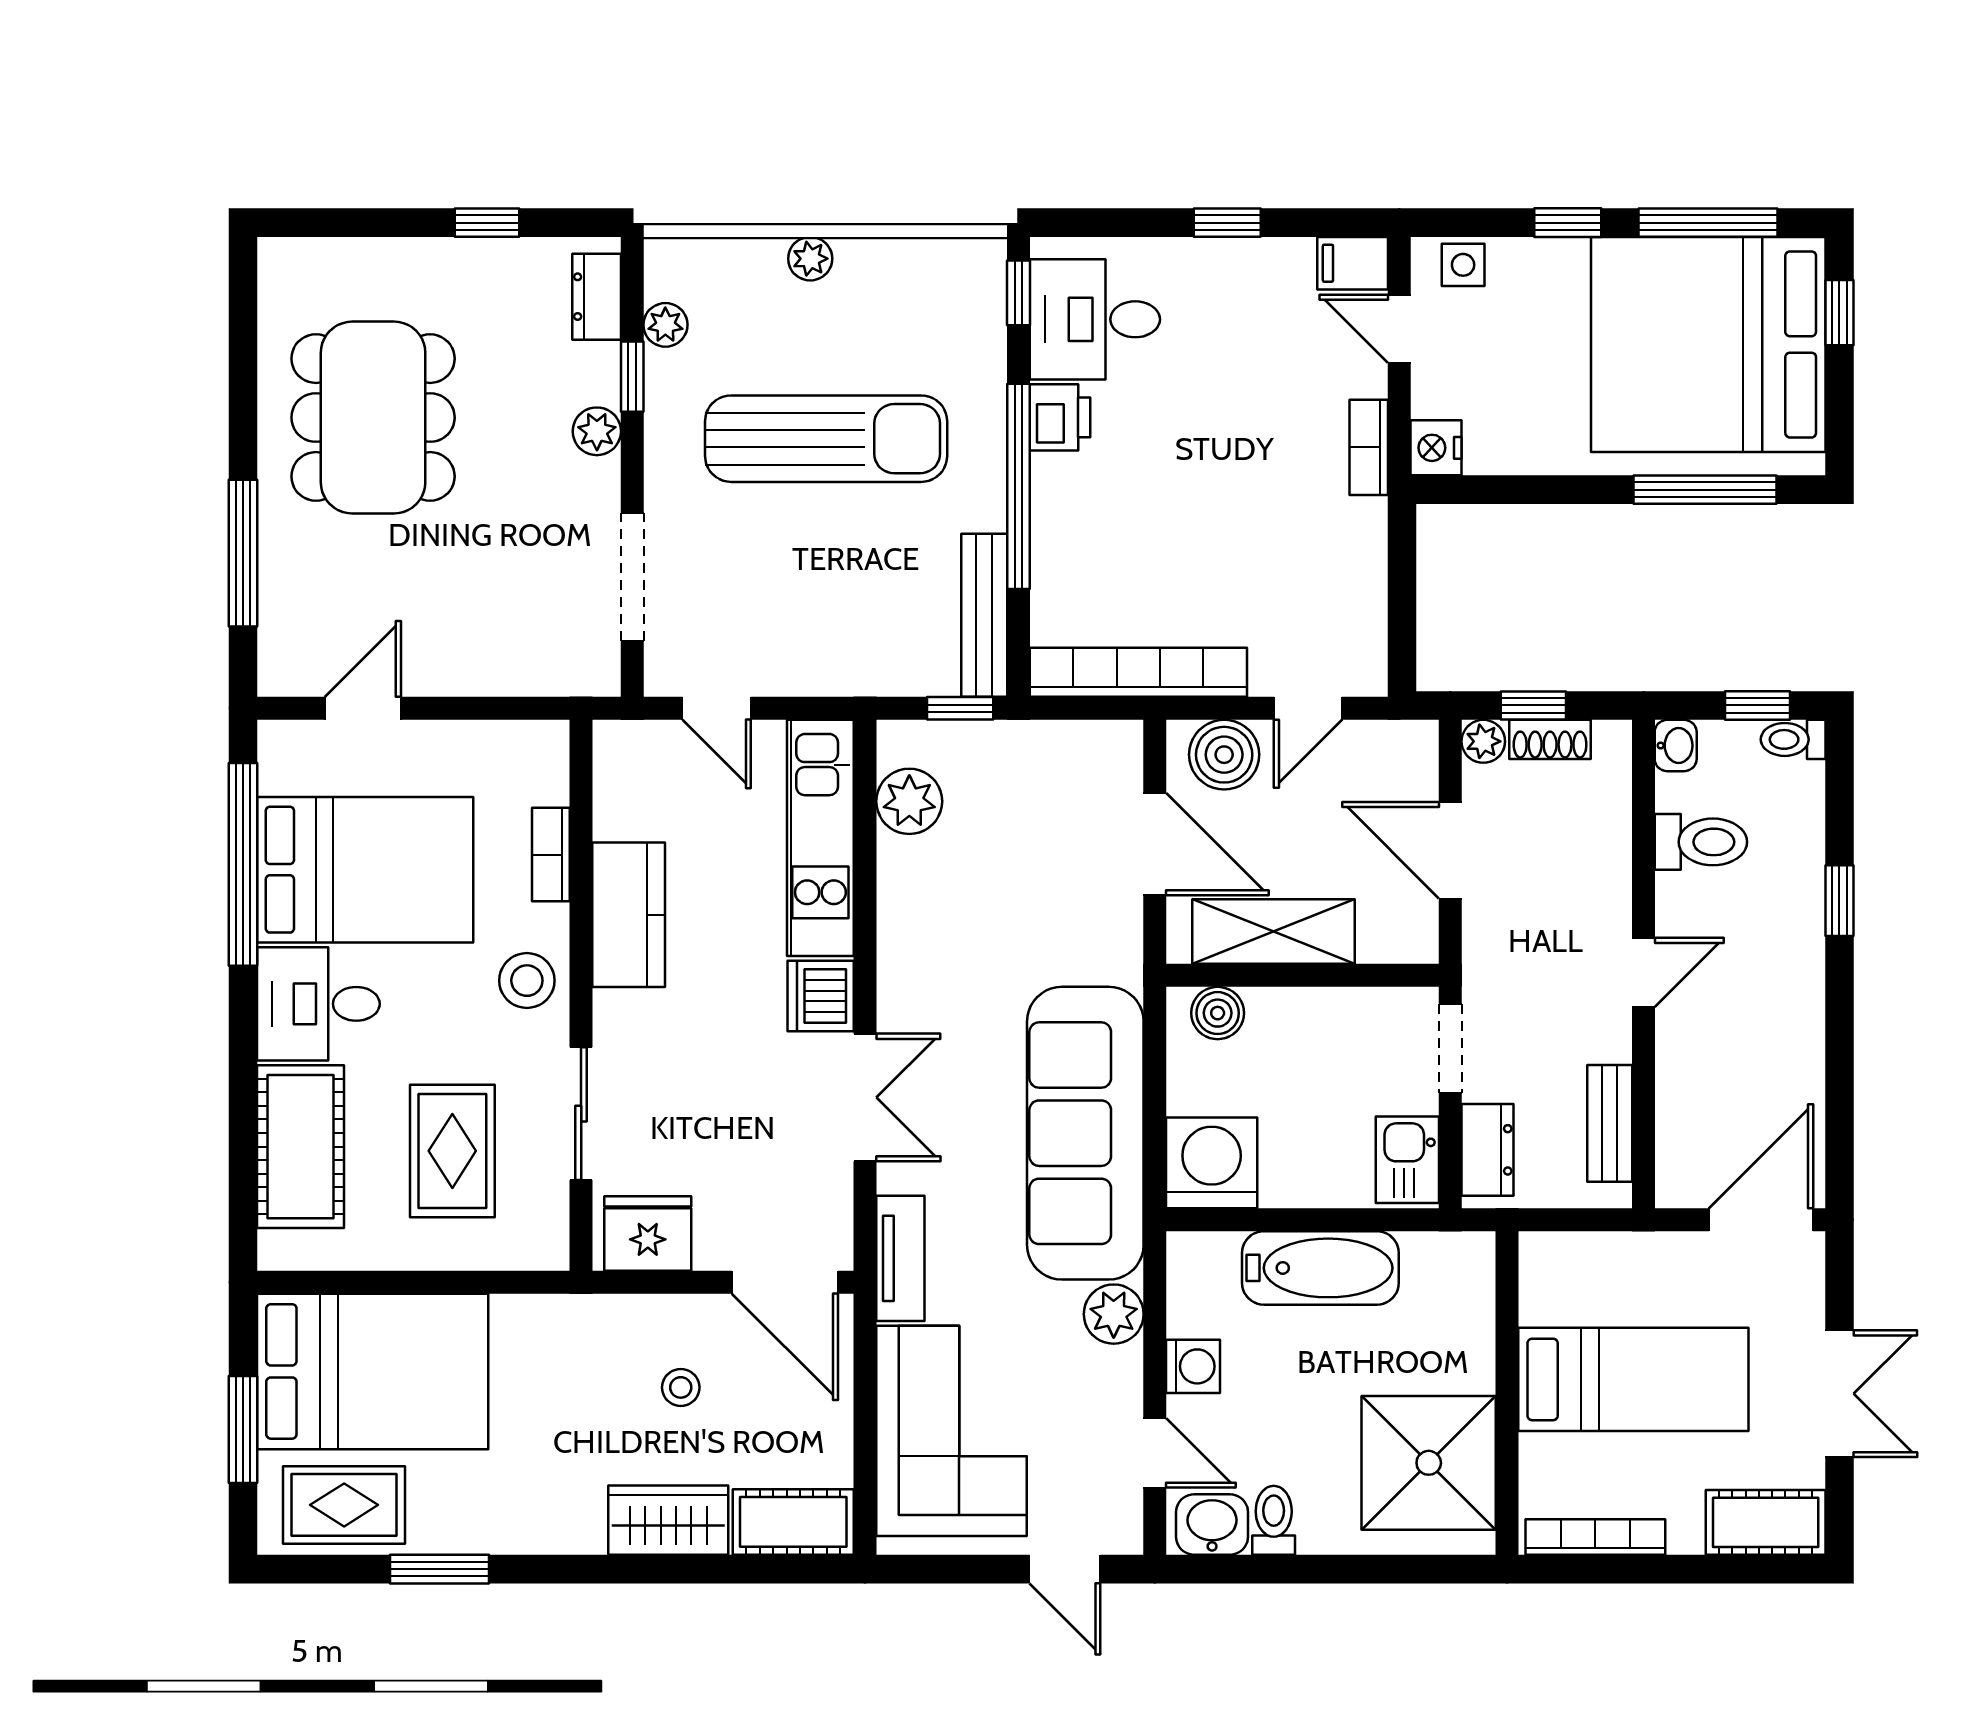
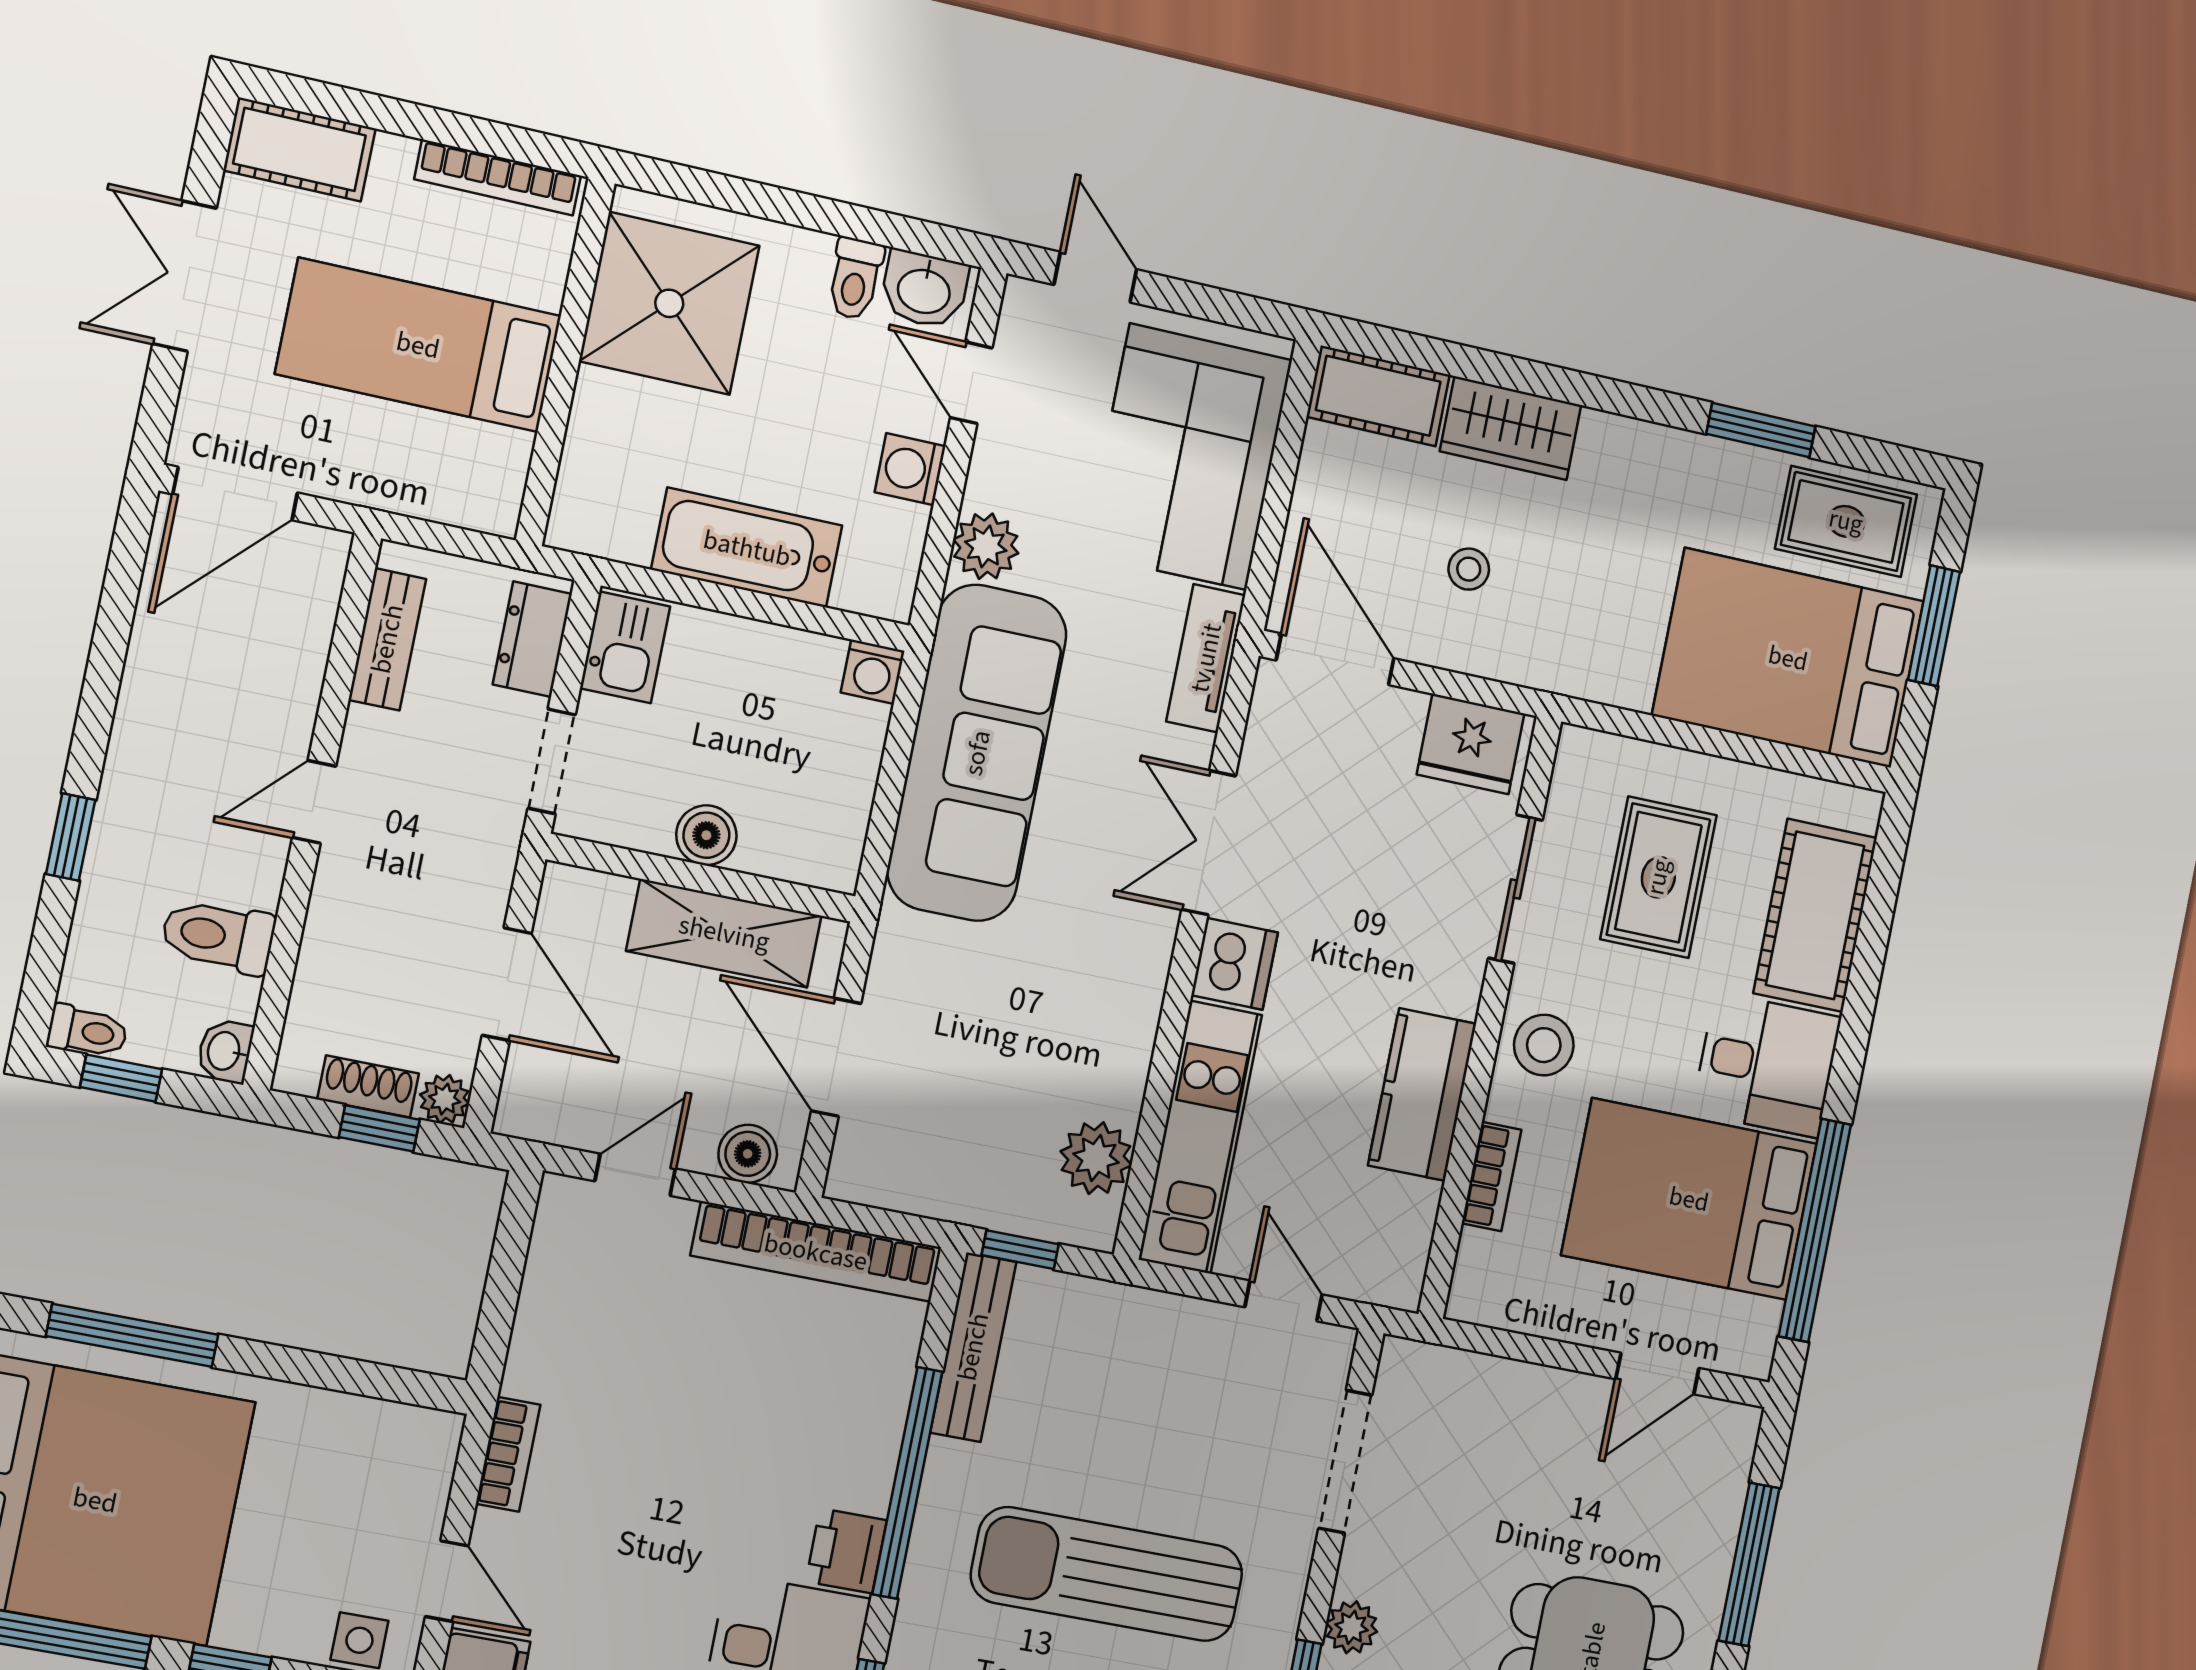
nightstand: (1436, 448) -> (432, 1440), removed
boiler: (1224, 755) -> (748, 1154), width x0.73, depth x0.73
boiler: (1218, 1013) -> (706, 835), moved
washing machine: (1212, 1163) -> (873, 672), width x0.53, depth x0.53

